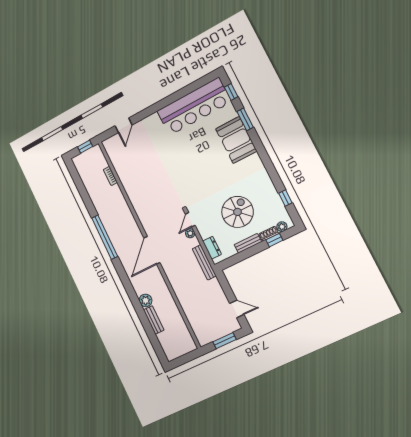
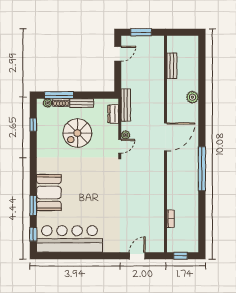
window: (274, 240) -> (59, 95), width x2.17
door: (237, 309) -> (118, 54), swing flipped
bench: (154, 320) -> (172, 66), moved

